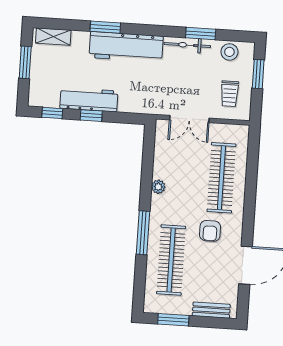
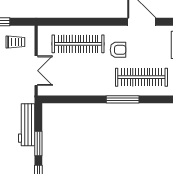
workbench: (89, 100) -> (27, 125), moved
window: (91, 116) -> (38, 144), width x1.50
plant: (158, 187) -> (88, 90), removed

